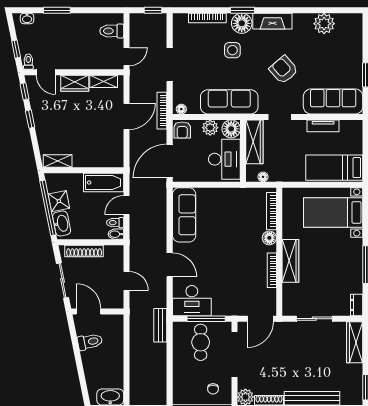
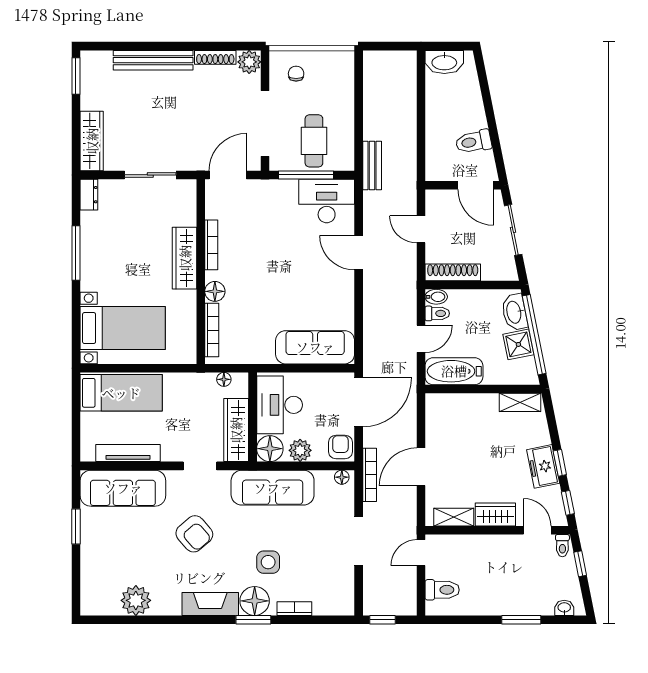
bookcase: (207, 18) -> (294, 609), width x0.64
freezer: (42, 117) -> (543, 466), added
tv unit: (323, 126) -> (128, 453), width x1.41
sofa: (184, 215) -> (315, 347), moved, turned 90
shoe rack: (84, 251) -> (453, 272), moved

